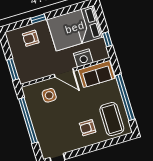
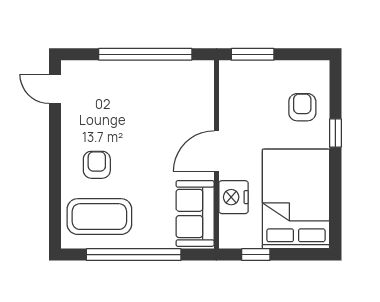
side table: (49, 95) -> (182, 110), removed

